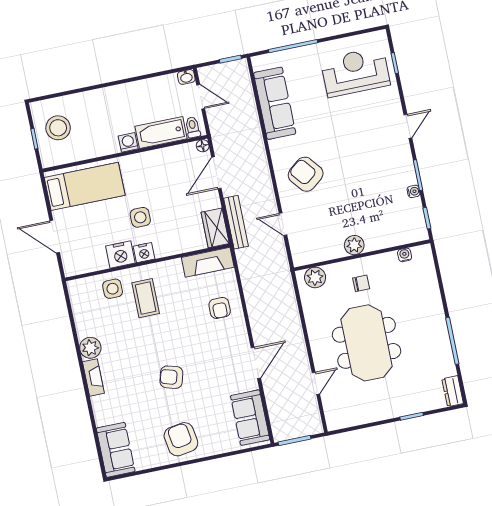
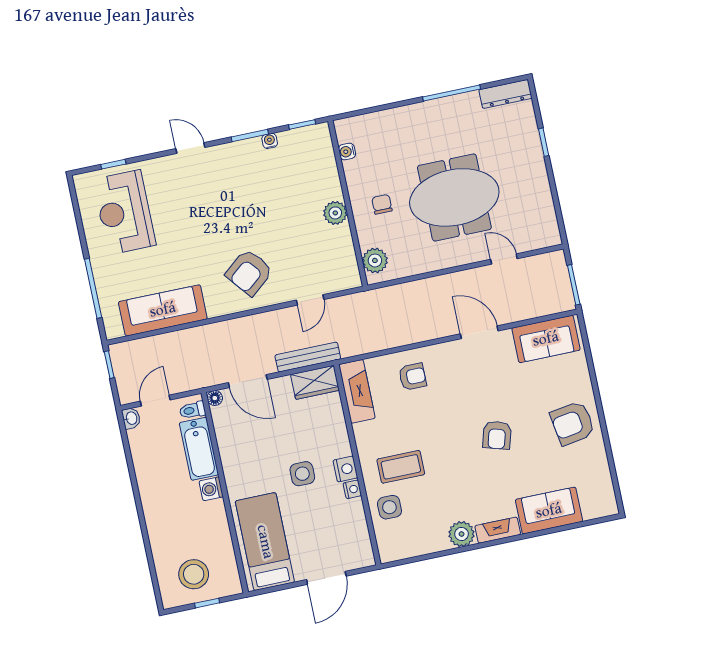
nightstand: (120, 255) -> (352, 489), width x0.53, depth x0.56
dresser: (453, 391) -> (505, 94), width x1.44
sofa: (116, 450) -> (549, 511), moved

